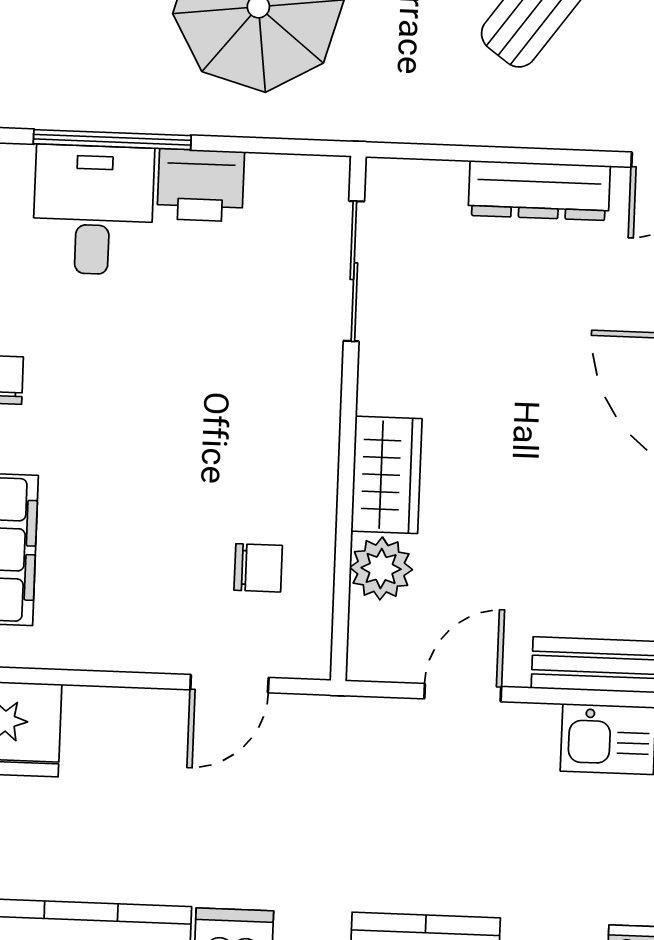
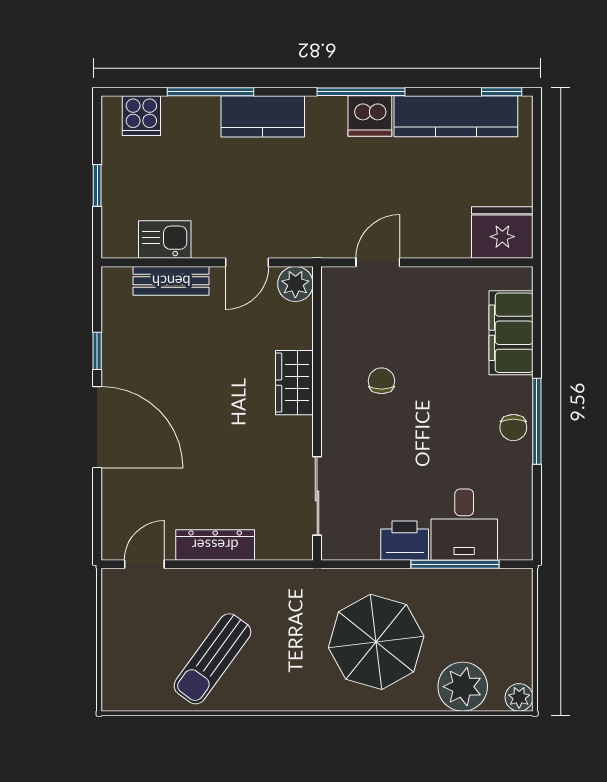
chair: (258, 568) -> (382, 381), moved, turned 90
plant: (381, 568) -> (295, 284), moved

